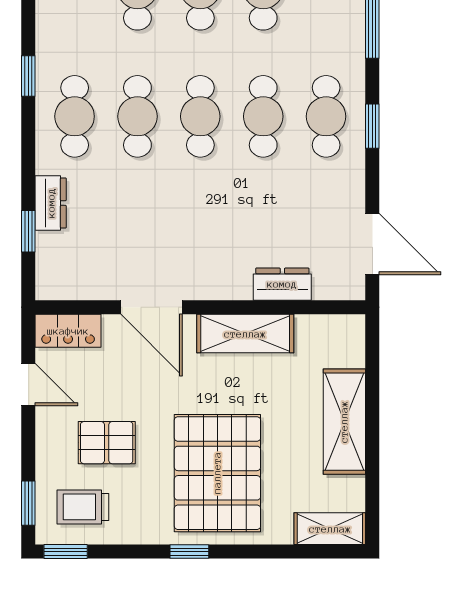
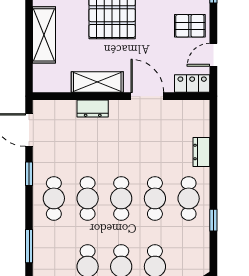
window: (372, 126) -> (29, 174), moved
window: (28, 231) -> (213, 137), removed
dresser: (282, 284) -> (93, 109), moved
door: (28, 385) -> (213, 55), hinge flipped
pallet: (107, 443) -> (190, 26), moved

